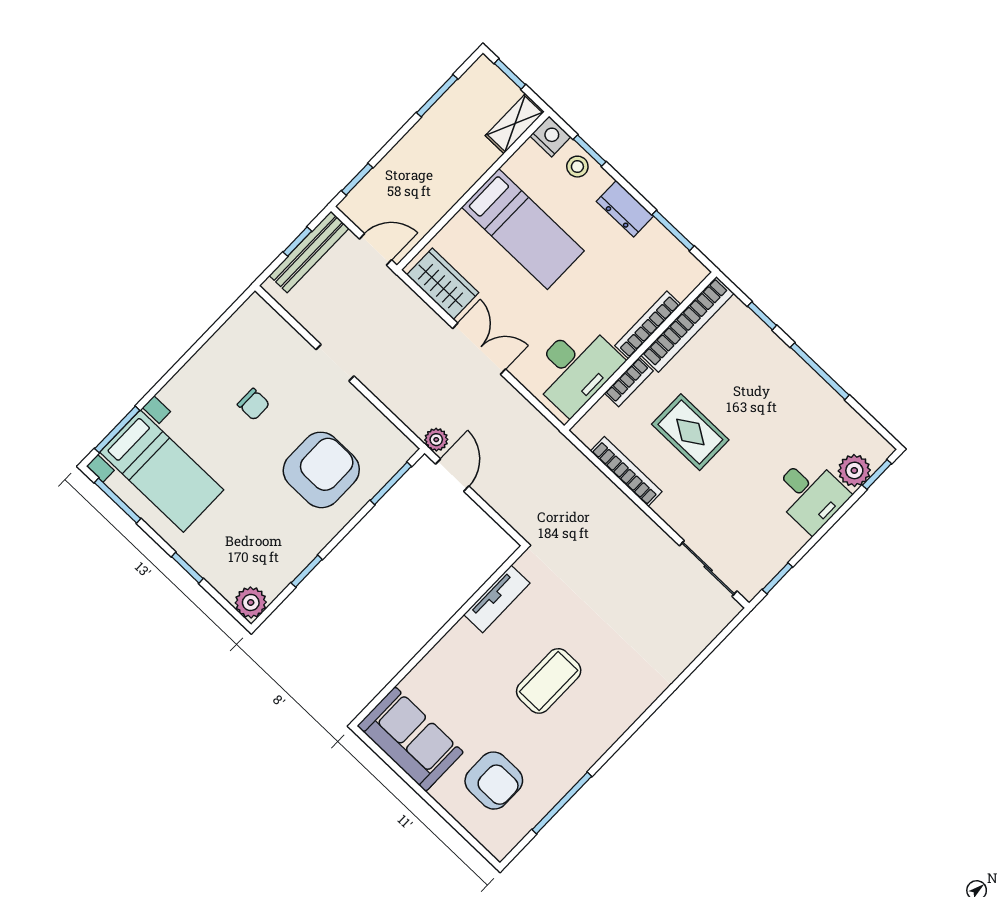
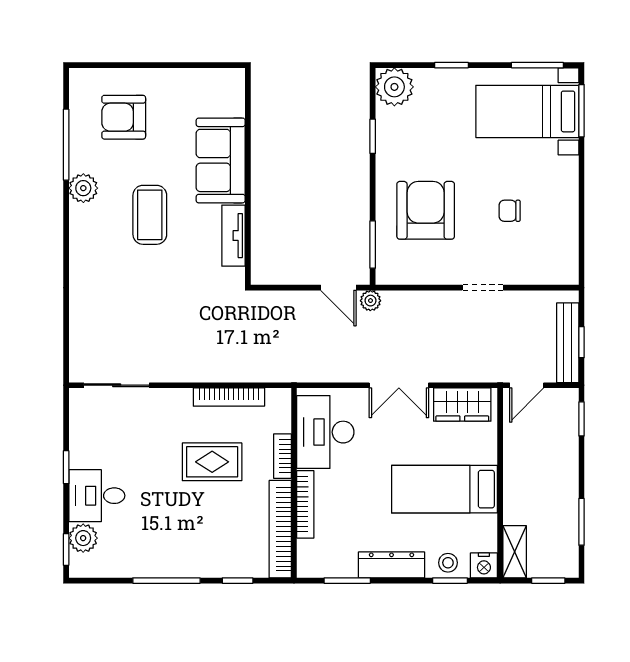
dresser: (625, 209) -> (392, 565), width x1.44
armchair: (321, 470) -> (426, 210), turned 180
window: (777, 578) -> (66, 467), moved
plant: (251, 602) -> (394, 87), width x1.36, depth x1.36
sofa: (410, 739) -> (221, 160), moved, turned 90
plant: (582, 754) -> (83, 188), added

